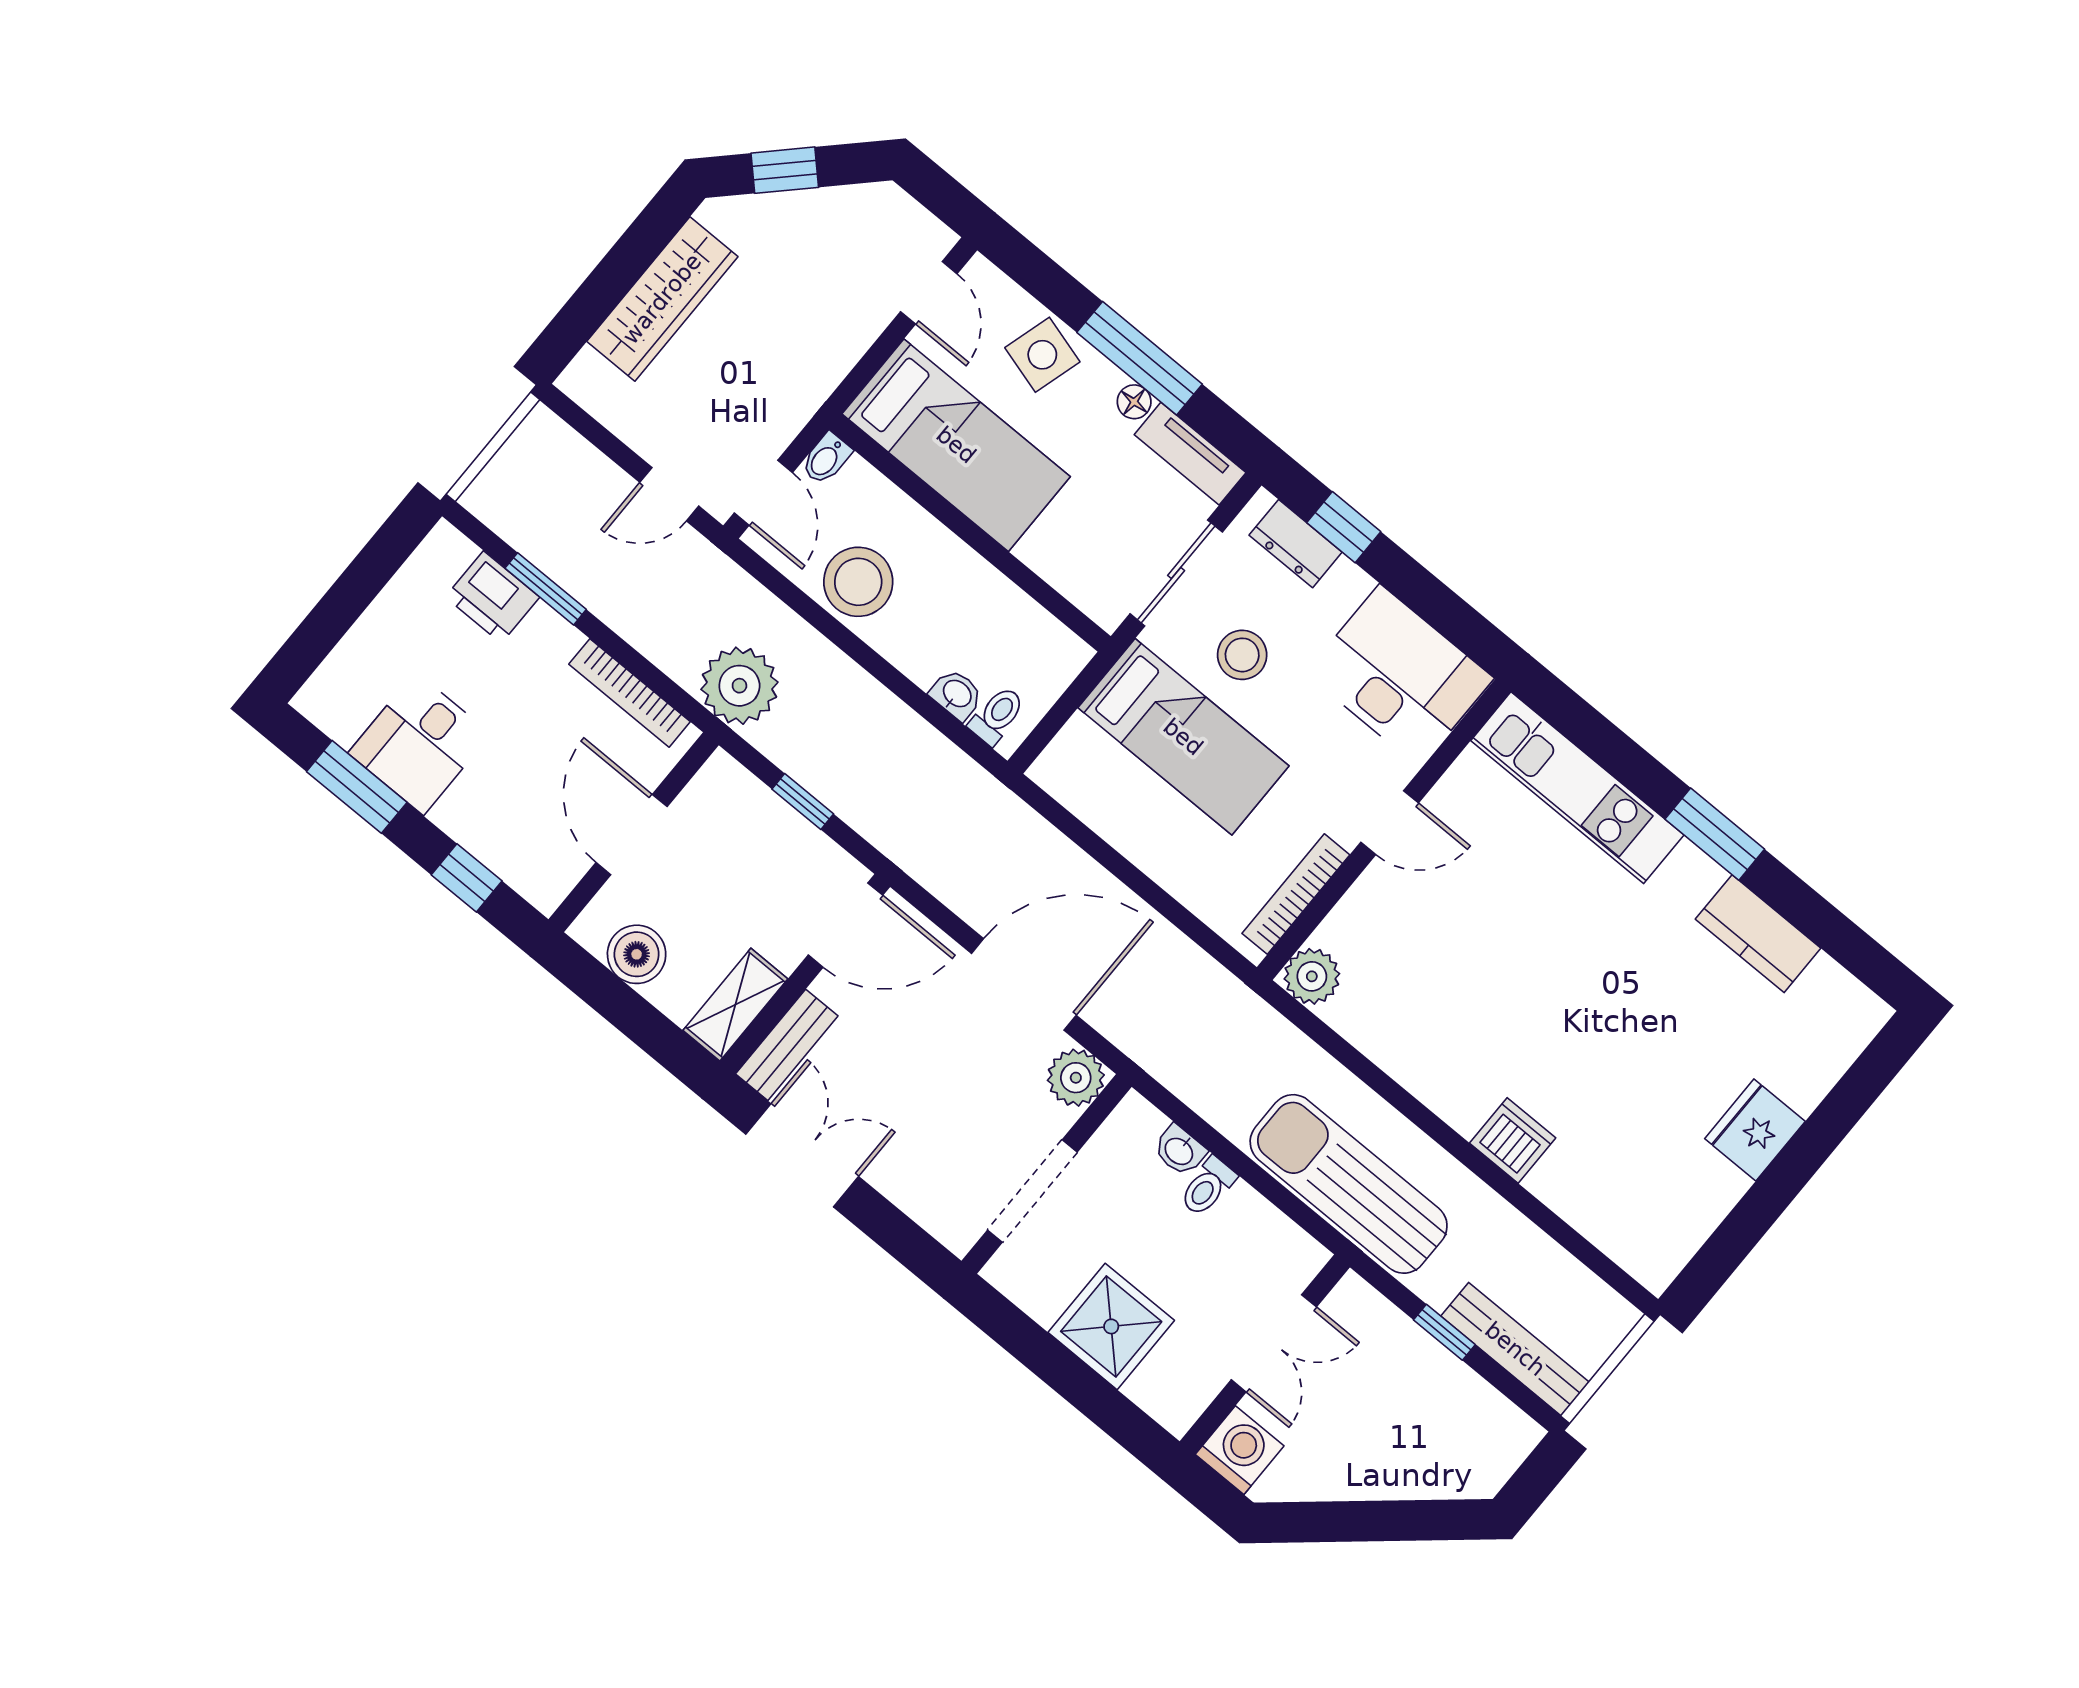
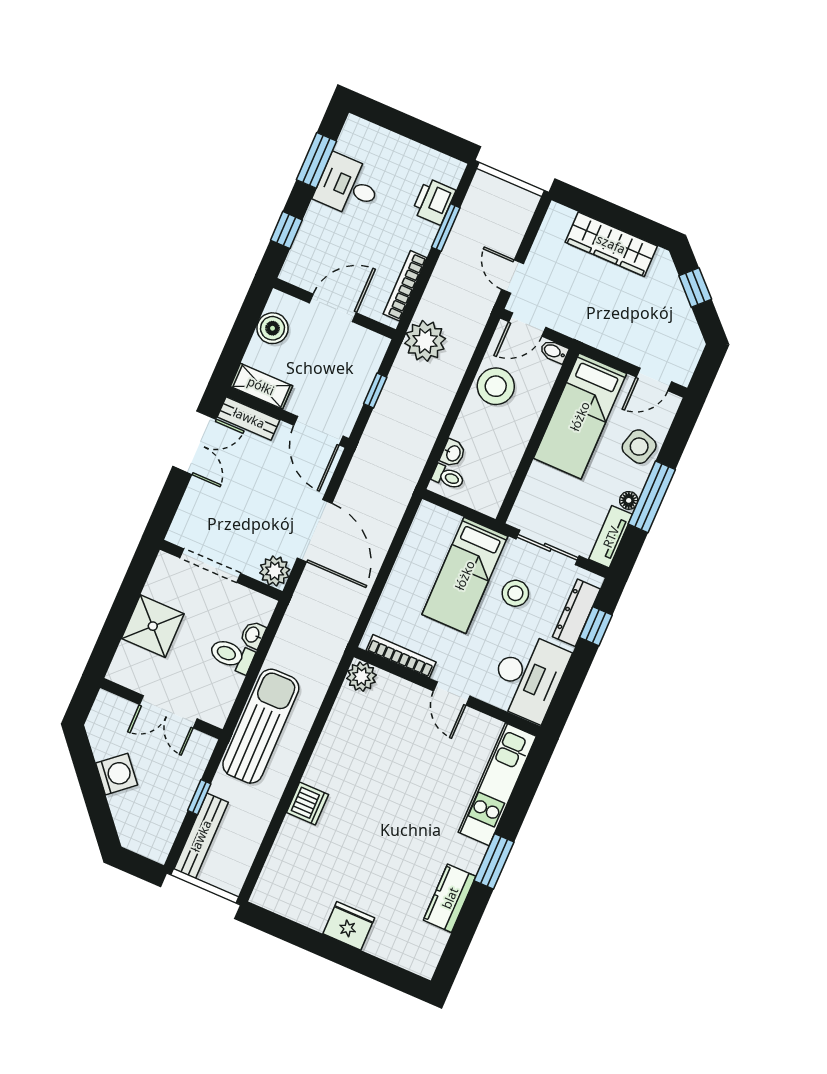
dresser: (1296, 544) -> (576, 613), width x1.44
toilet: (1208, 1187) -> (232, 655), width x1.37, depth x1.39
washing machine: (1240, 1450) -> (117, 774), moved, turned -40

